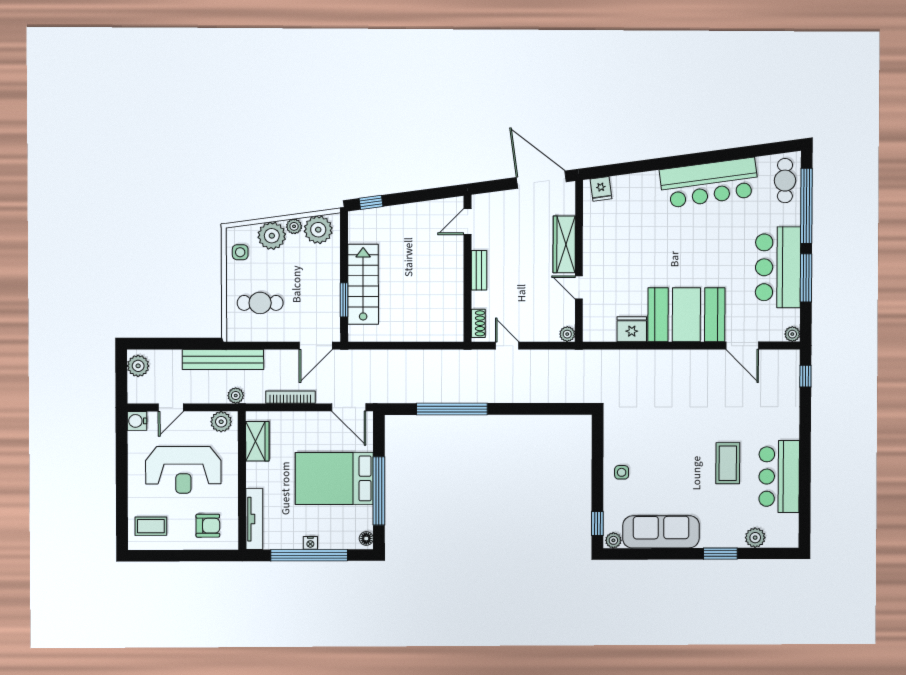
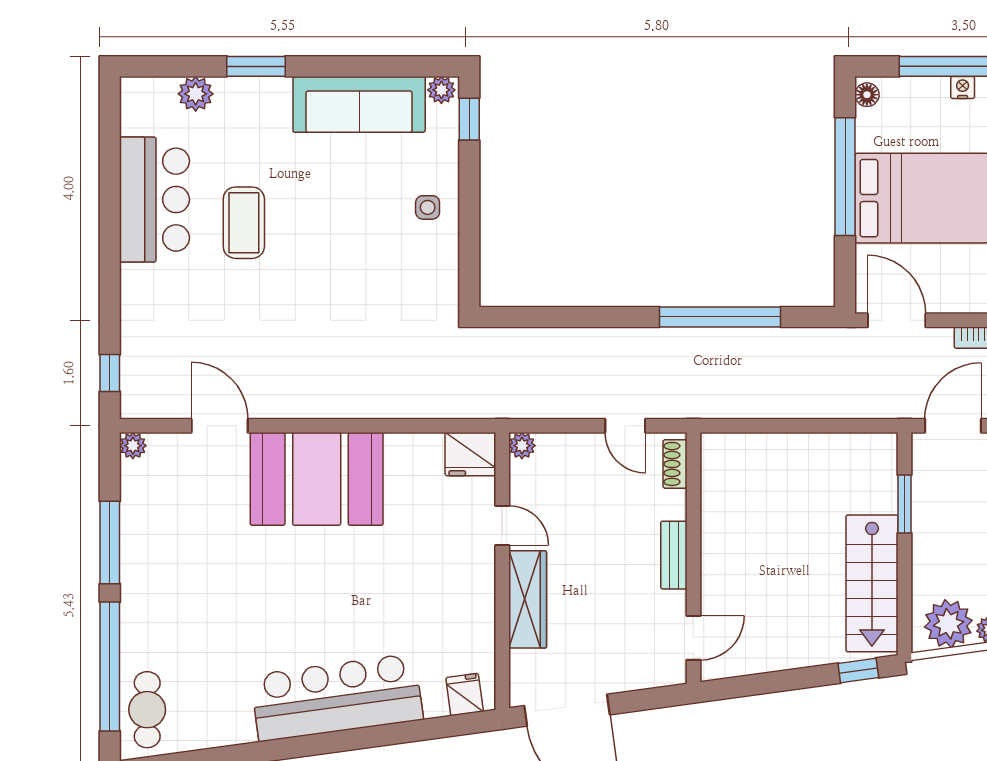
bar counter: (709, 183) -> (337, 697), moved
bar counter: (778, 267) -> (158, 561), removed
stairs: (363, 284) -> (872, 583), moved
fridge: (632, 329) -> (470, 454), moved

